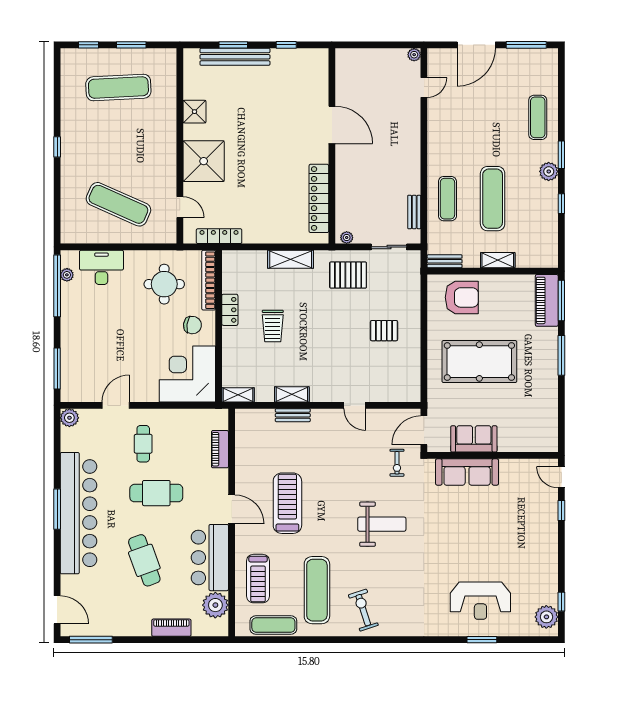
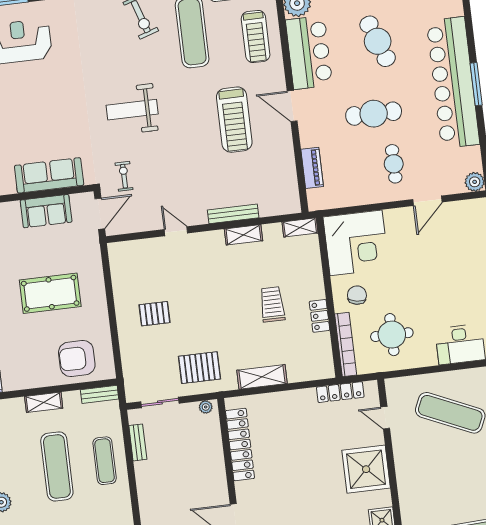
chair: (192, 325) -> (357, 295), turned 92
pool table: (479, 362) -> (50, 293), width x0.73, depth x0.76
bench: (293, 415) -> (233, 214), width x1.36
treadmill: (258, 579) -> (256, 37), turned 180

